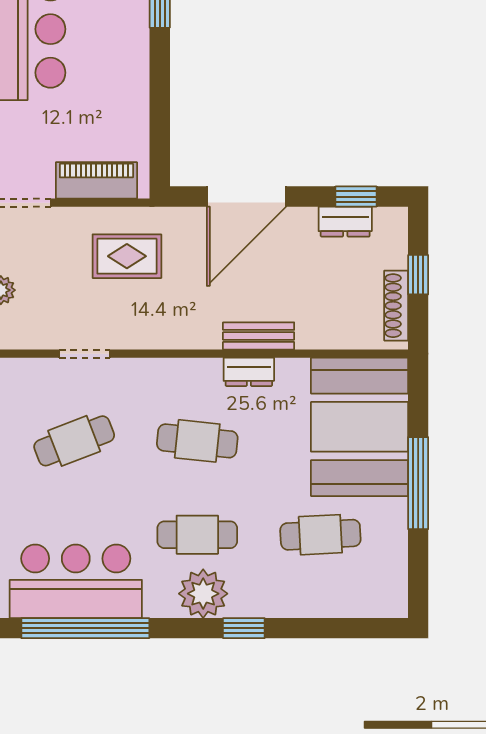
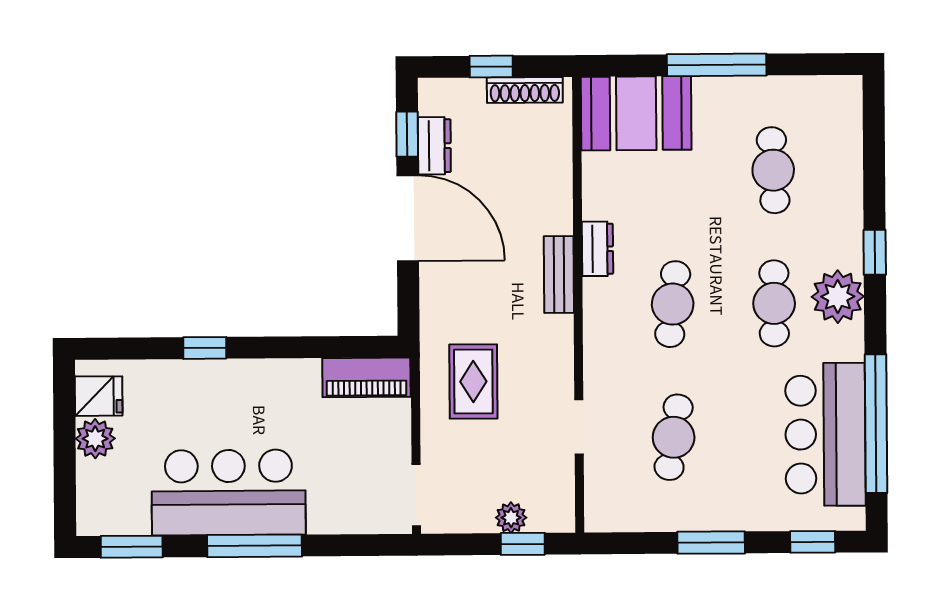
piano: (96, 180) -> (366, 377), moved, turned -90
door: (246, 197) -> (408, 218), moved
bench: (259, 336) -> (559, 275), moved
booth: (359, 427) -> (636, 113), width x0.73, depth x0.70
cafe table: (74, 441) -> (674, 437), turned 30

